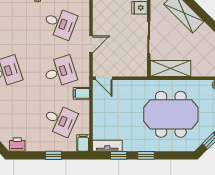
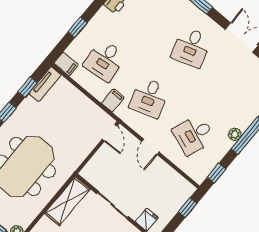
door: (104, 78) -> (110, 133), swing flipped
desk: (60, 120) -> (105, 60), turned -30

